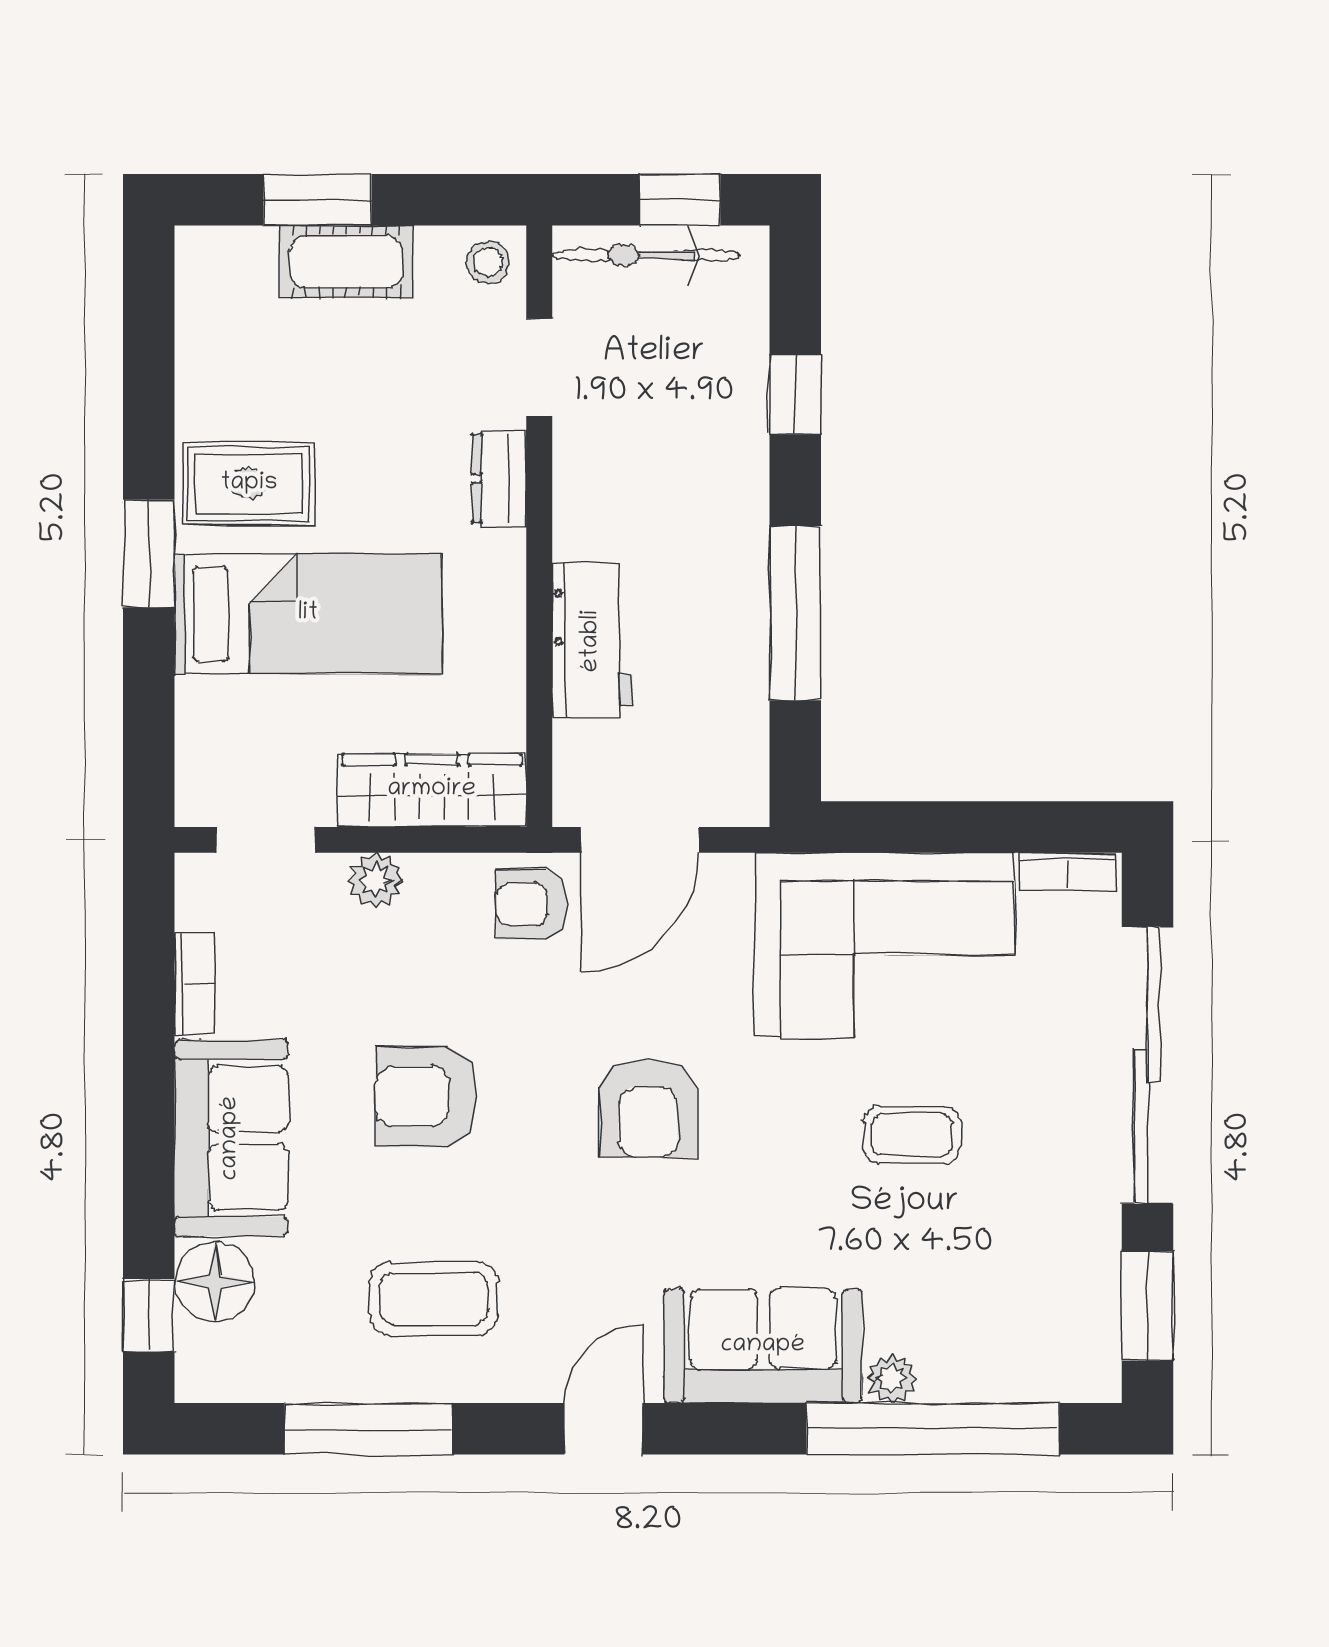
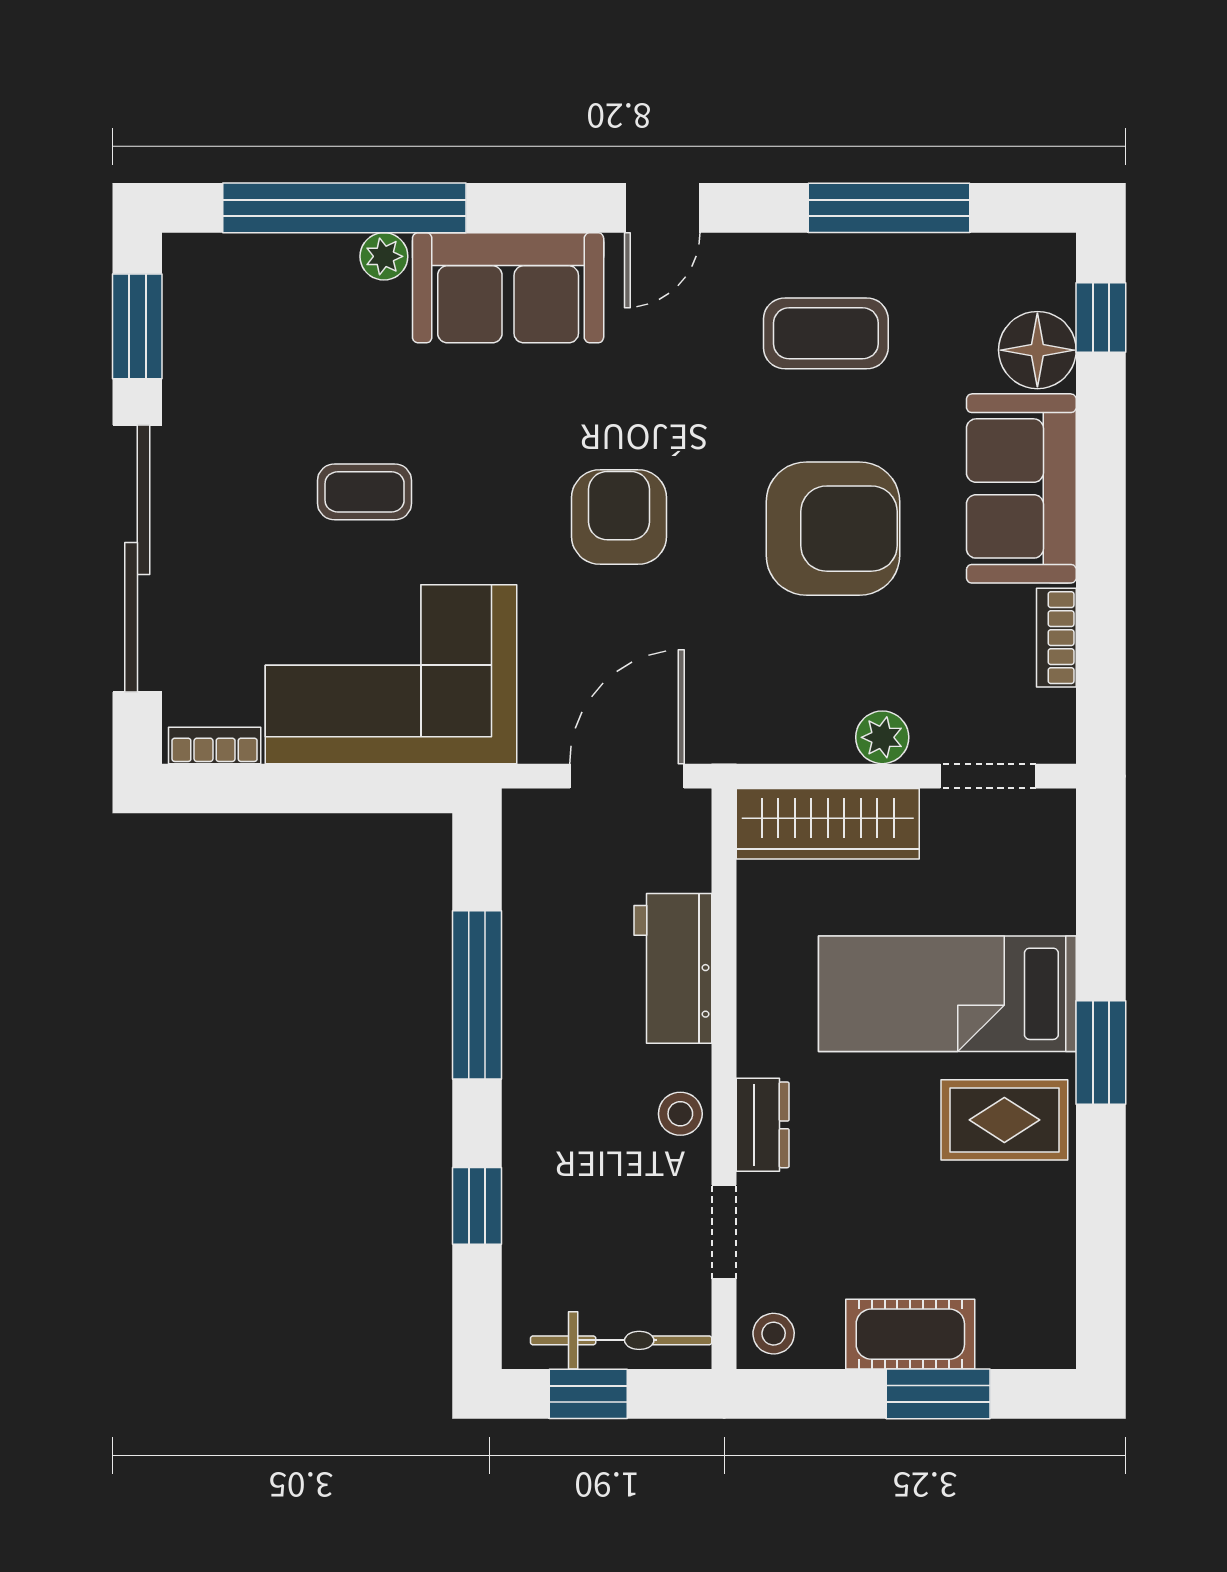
stool: (585, 490) -> (680, 1114), added
armchair: (532, 904) -> (732, 714), removed
armchair: (426, 1096) -> (833, 529), width x1.36, depth x1.36

